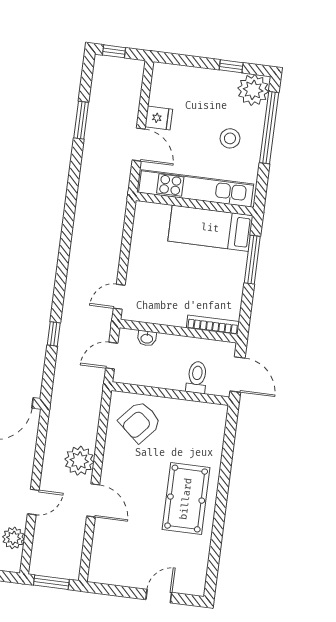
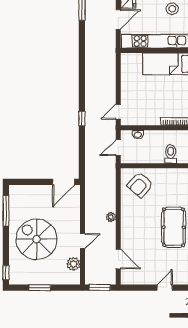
door: (139, 145) -> (118, 19), hinge flipped
window: (54, 334) -> (82, 119), moved
plant: (79, 461) -> (111, 217), width x0.53, depth x0.53
door: (93, 500) -> (118, 259), moved

